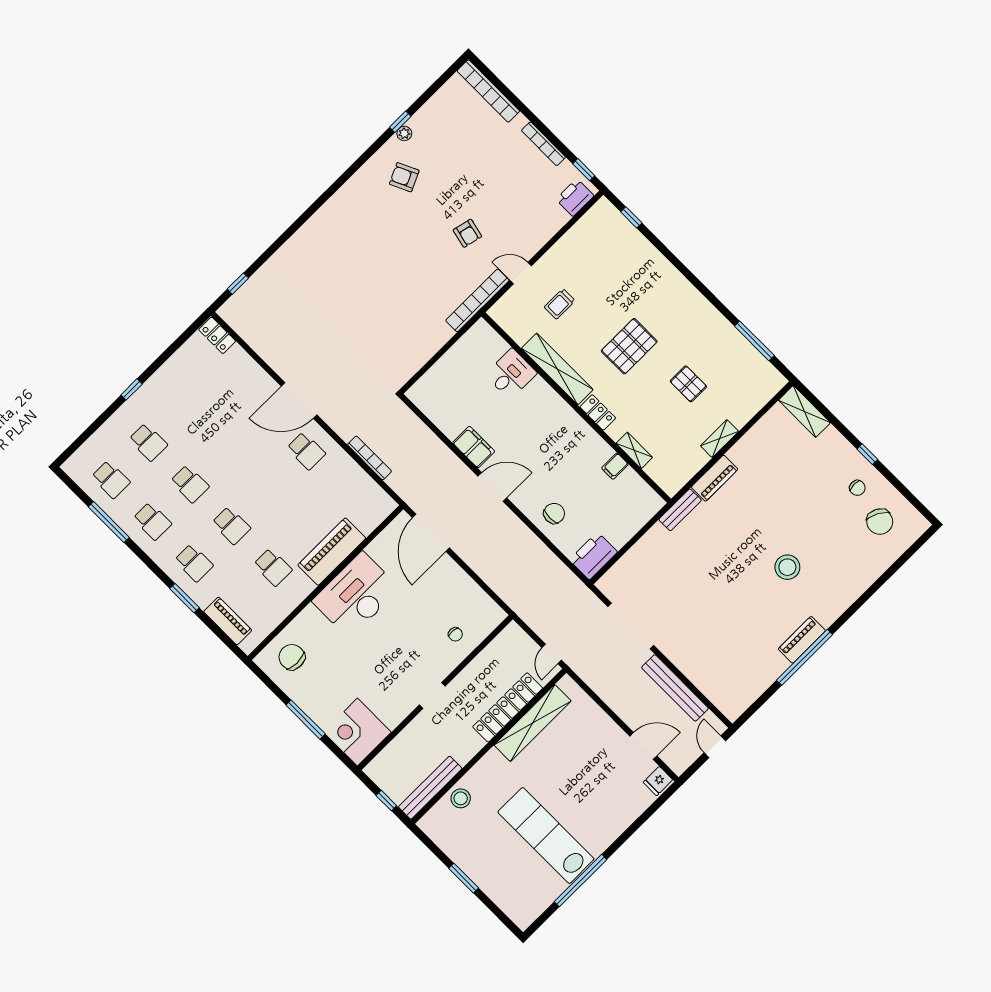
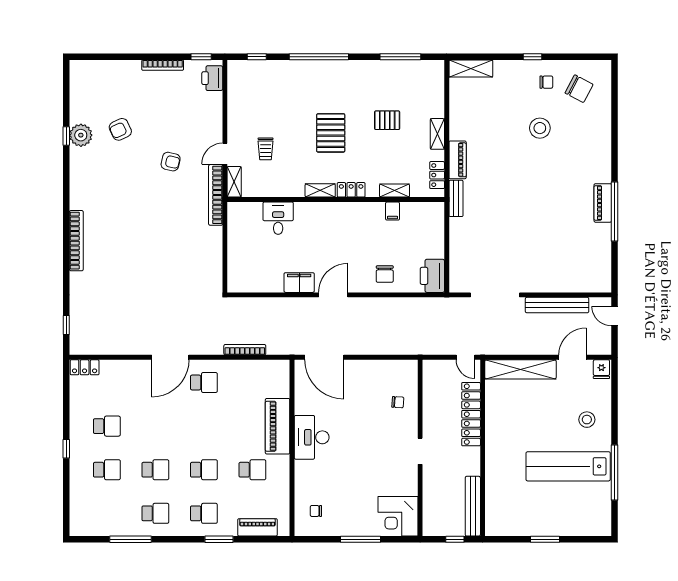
bookcase: (488, 91) -> (76, 241), moved, turned -90
plant: (404, 133) -> (81, 135), width x1.87, depth x1.87
armchair: (404, 177) -> (120, 129), moved
window: (684, 271) -> (319, 57), added
shelving: (505, 305) -> (234, 182), added
shelving: (557, 369) -> (320, 190), width x0.45, depth x0.75
locker: (684, 474) -> (437, 175), added
school desk: (111, 479) -> (107, 426), moved
chair: (554, 513) -> (385, 274), turned 180
stool: (787, 567) -> (540, 128), moved
desk: (356, 595) -> (312, 437), width x0.73, depth x0.77
chair: (292, 657) -> (316, 511), width x0.54, depth x0.54
shelving: (533, 723) -> (520, 369), moved, turned 90
stool: (461, 798) -> (587, 420), moved

